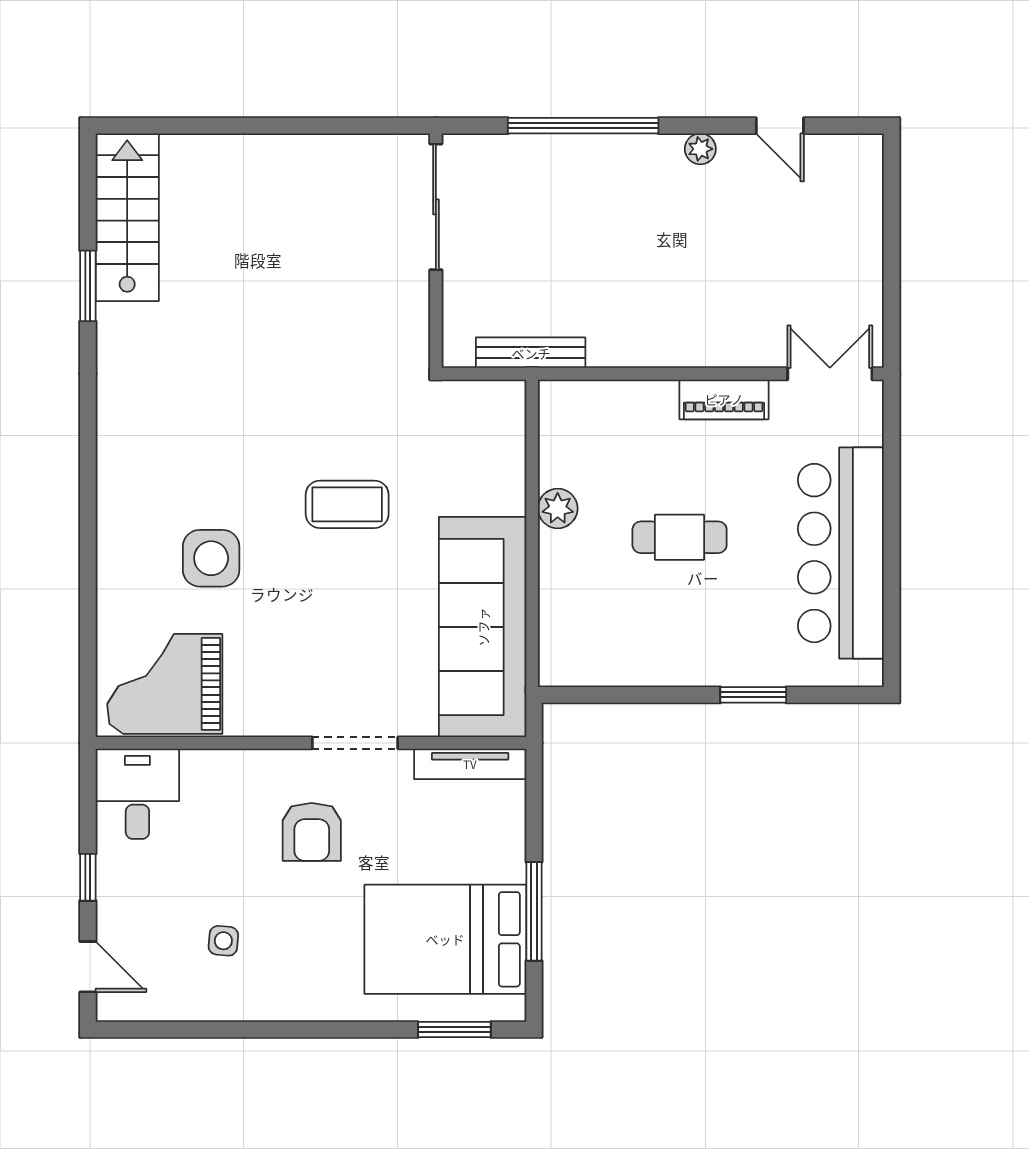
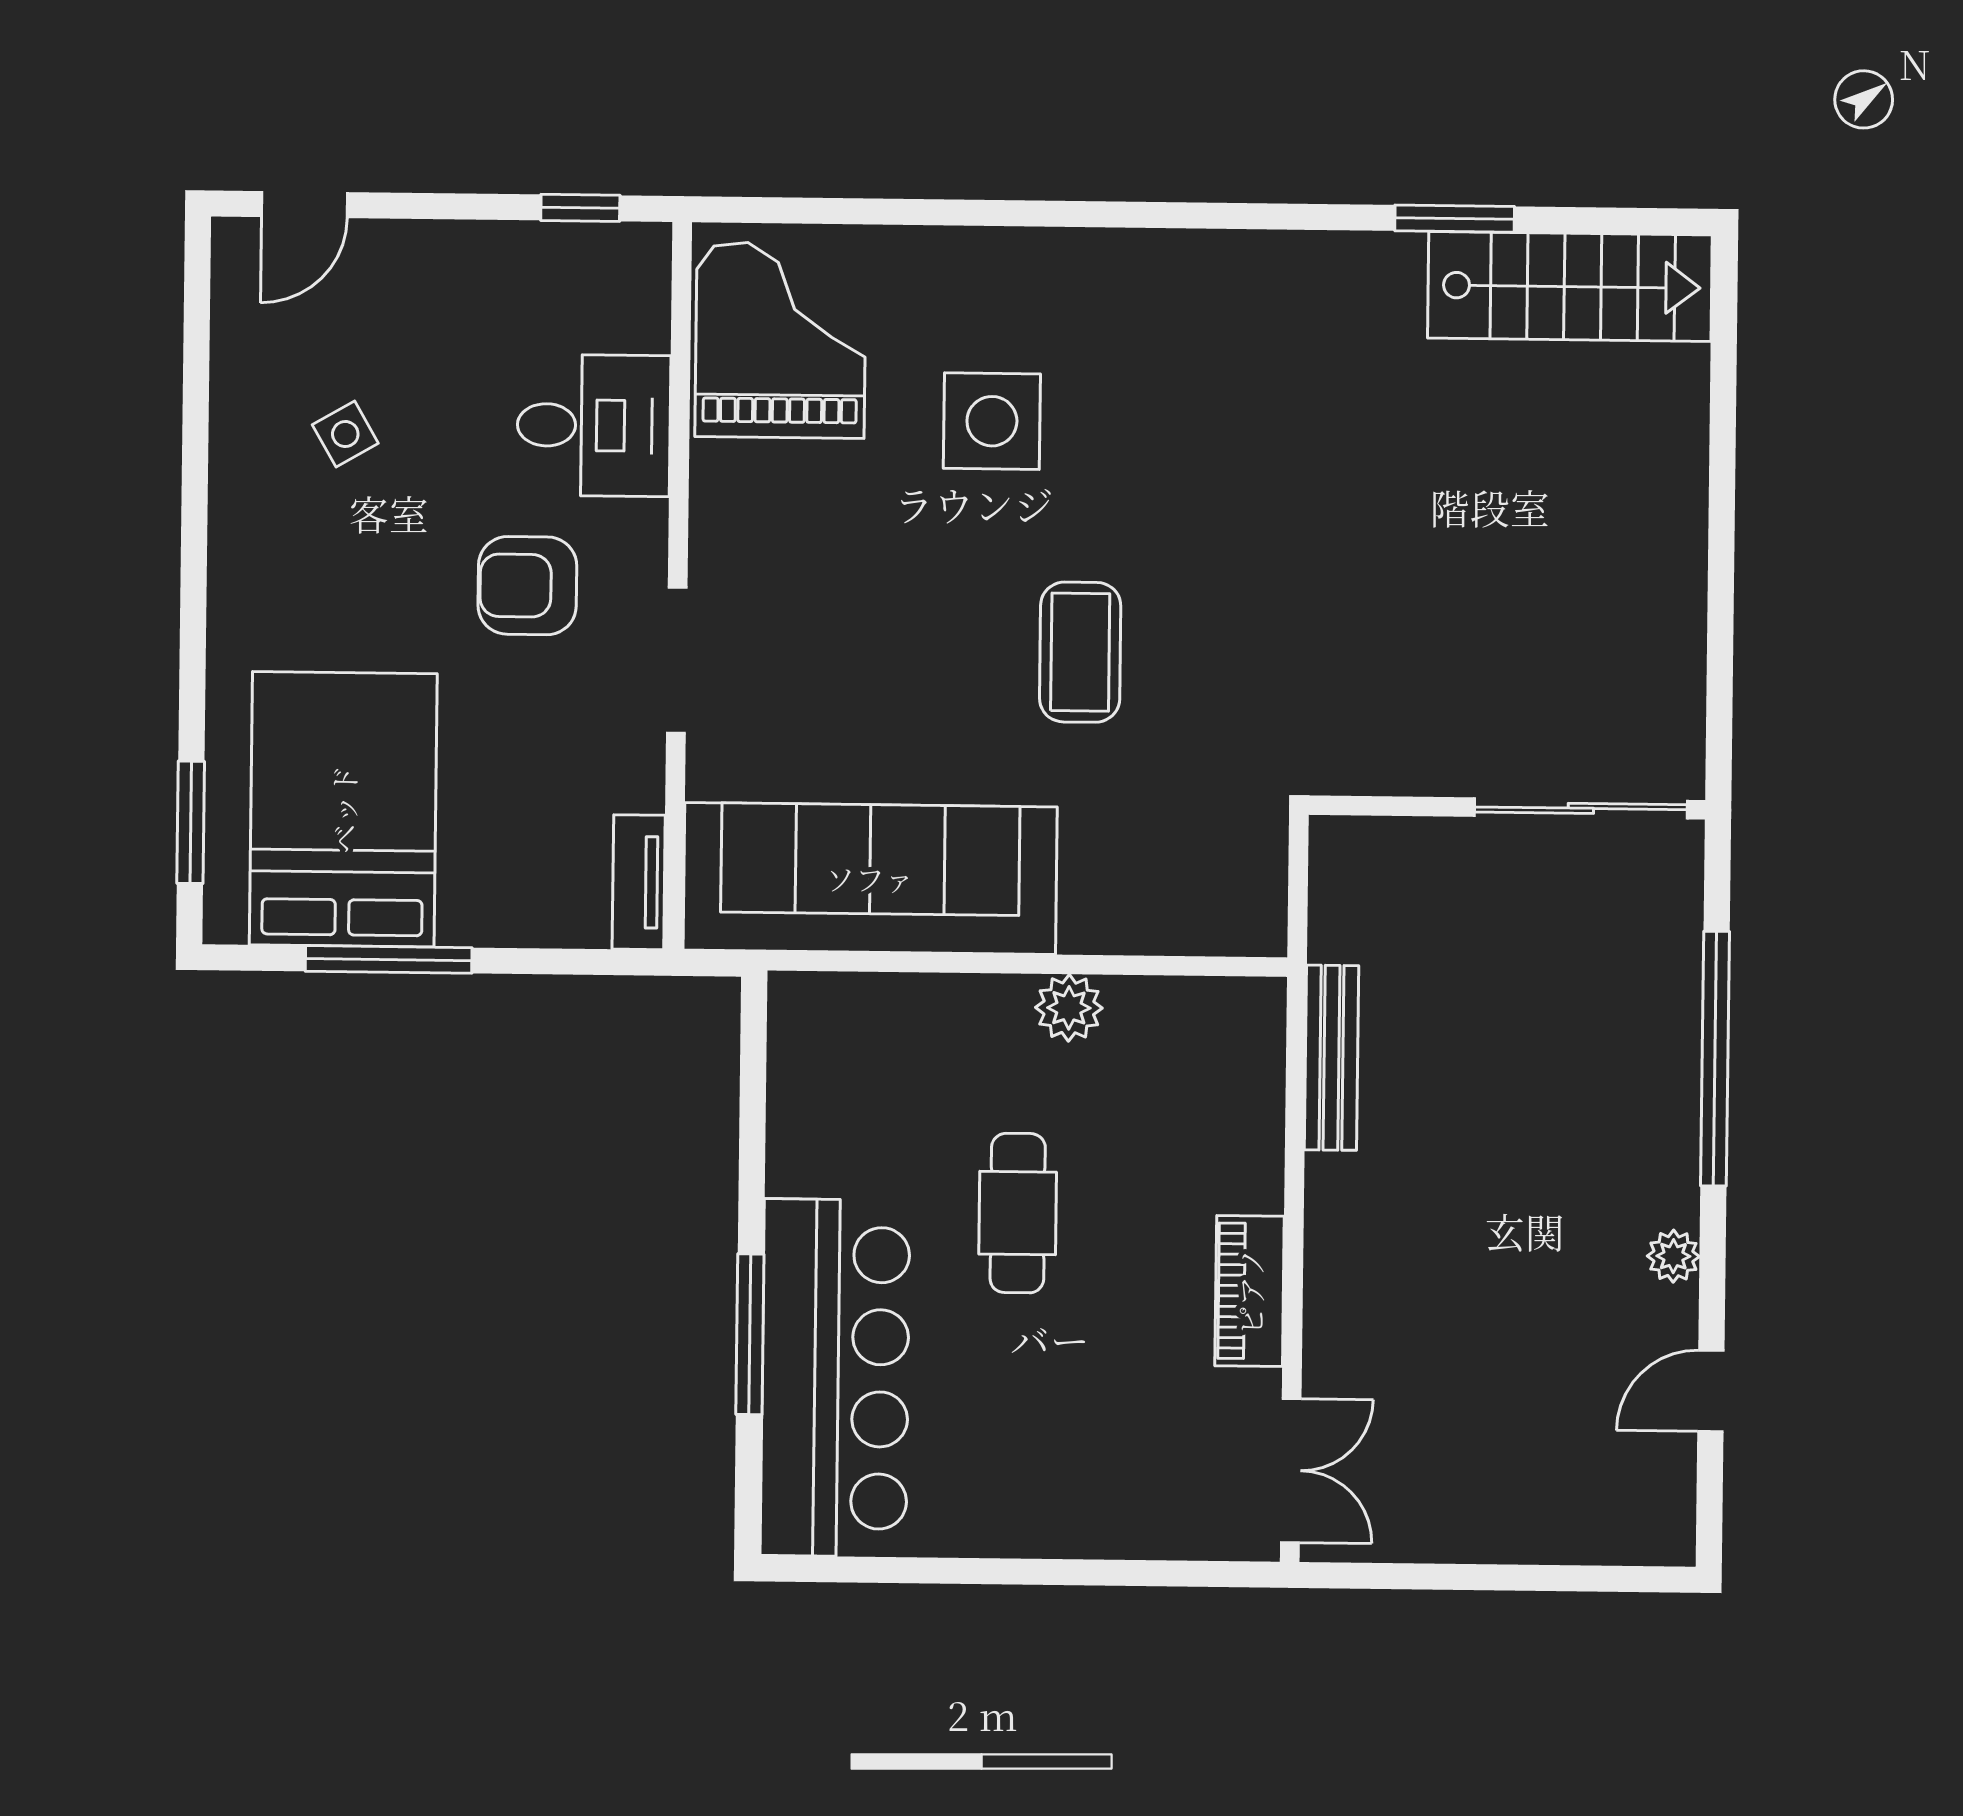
bench: (531, 353) -> (1332, 1058), moved
bar counter: (841, 553) -> (835, 1378), moved, turned 90
window: (753, 695) -> (750, 1334), width x1.44
tv unit: (470, 764) -> (639, 882), width x0.71
desk: (137, 794) -> (594, 425), moved
window: (88, 877) -> (580, 208), moved
side table: (223, 941) -> (345, 434), turned -35

